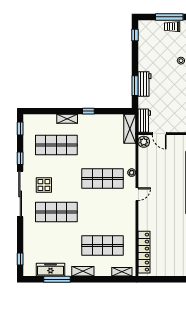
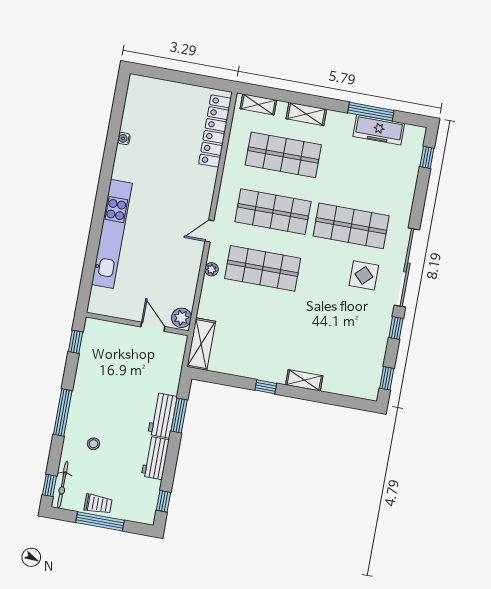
workbench: (144, 121) -> (155, 458), moved
shop shelf: (56, 145) -> (273, 212), moved
shelving: (83, 271) -> (306, 114), moved

